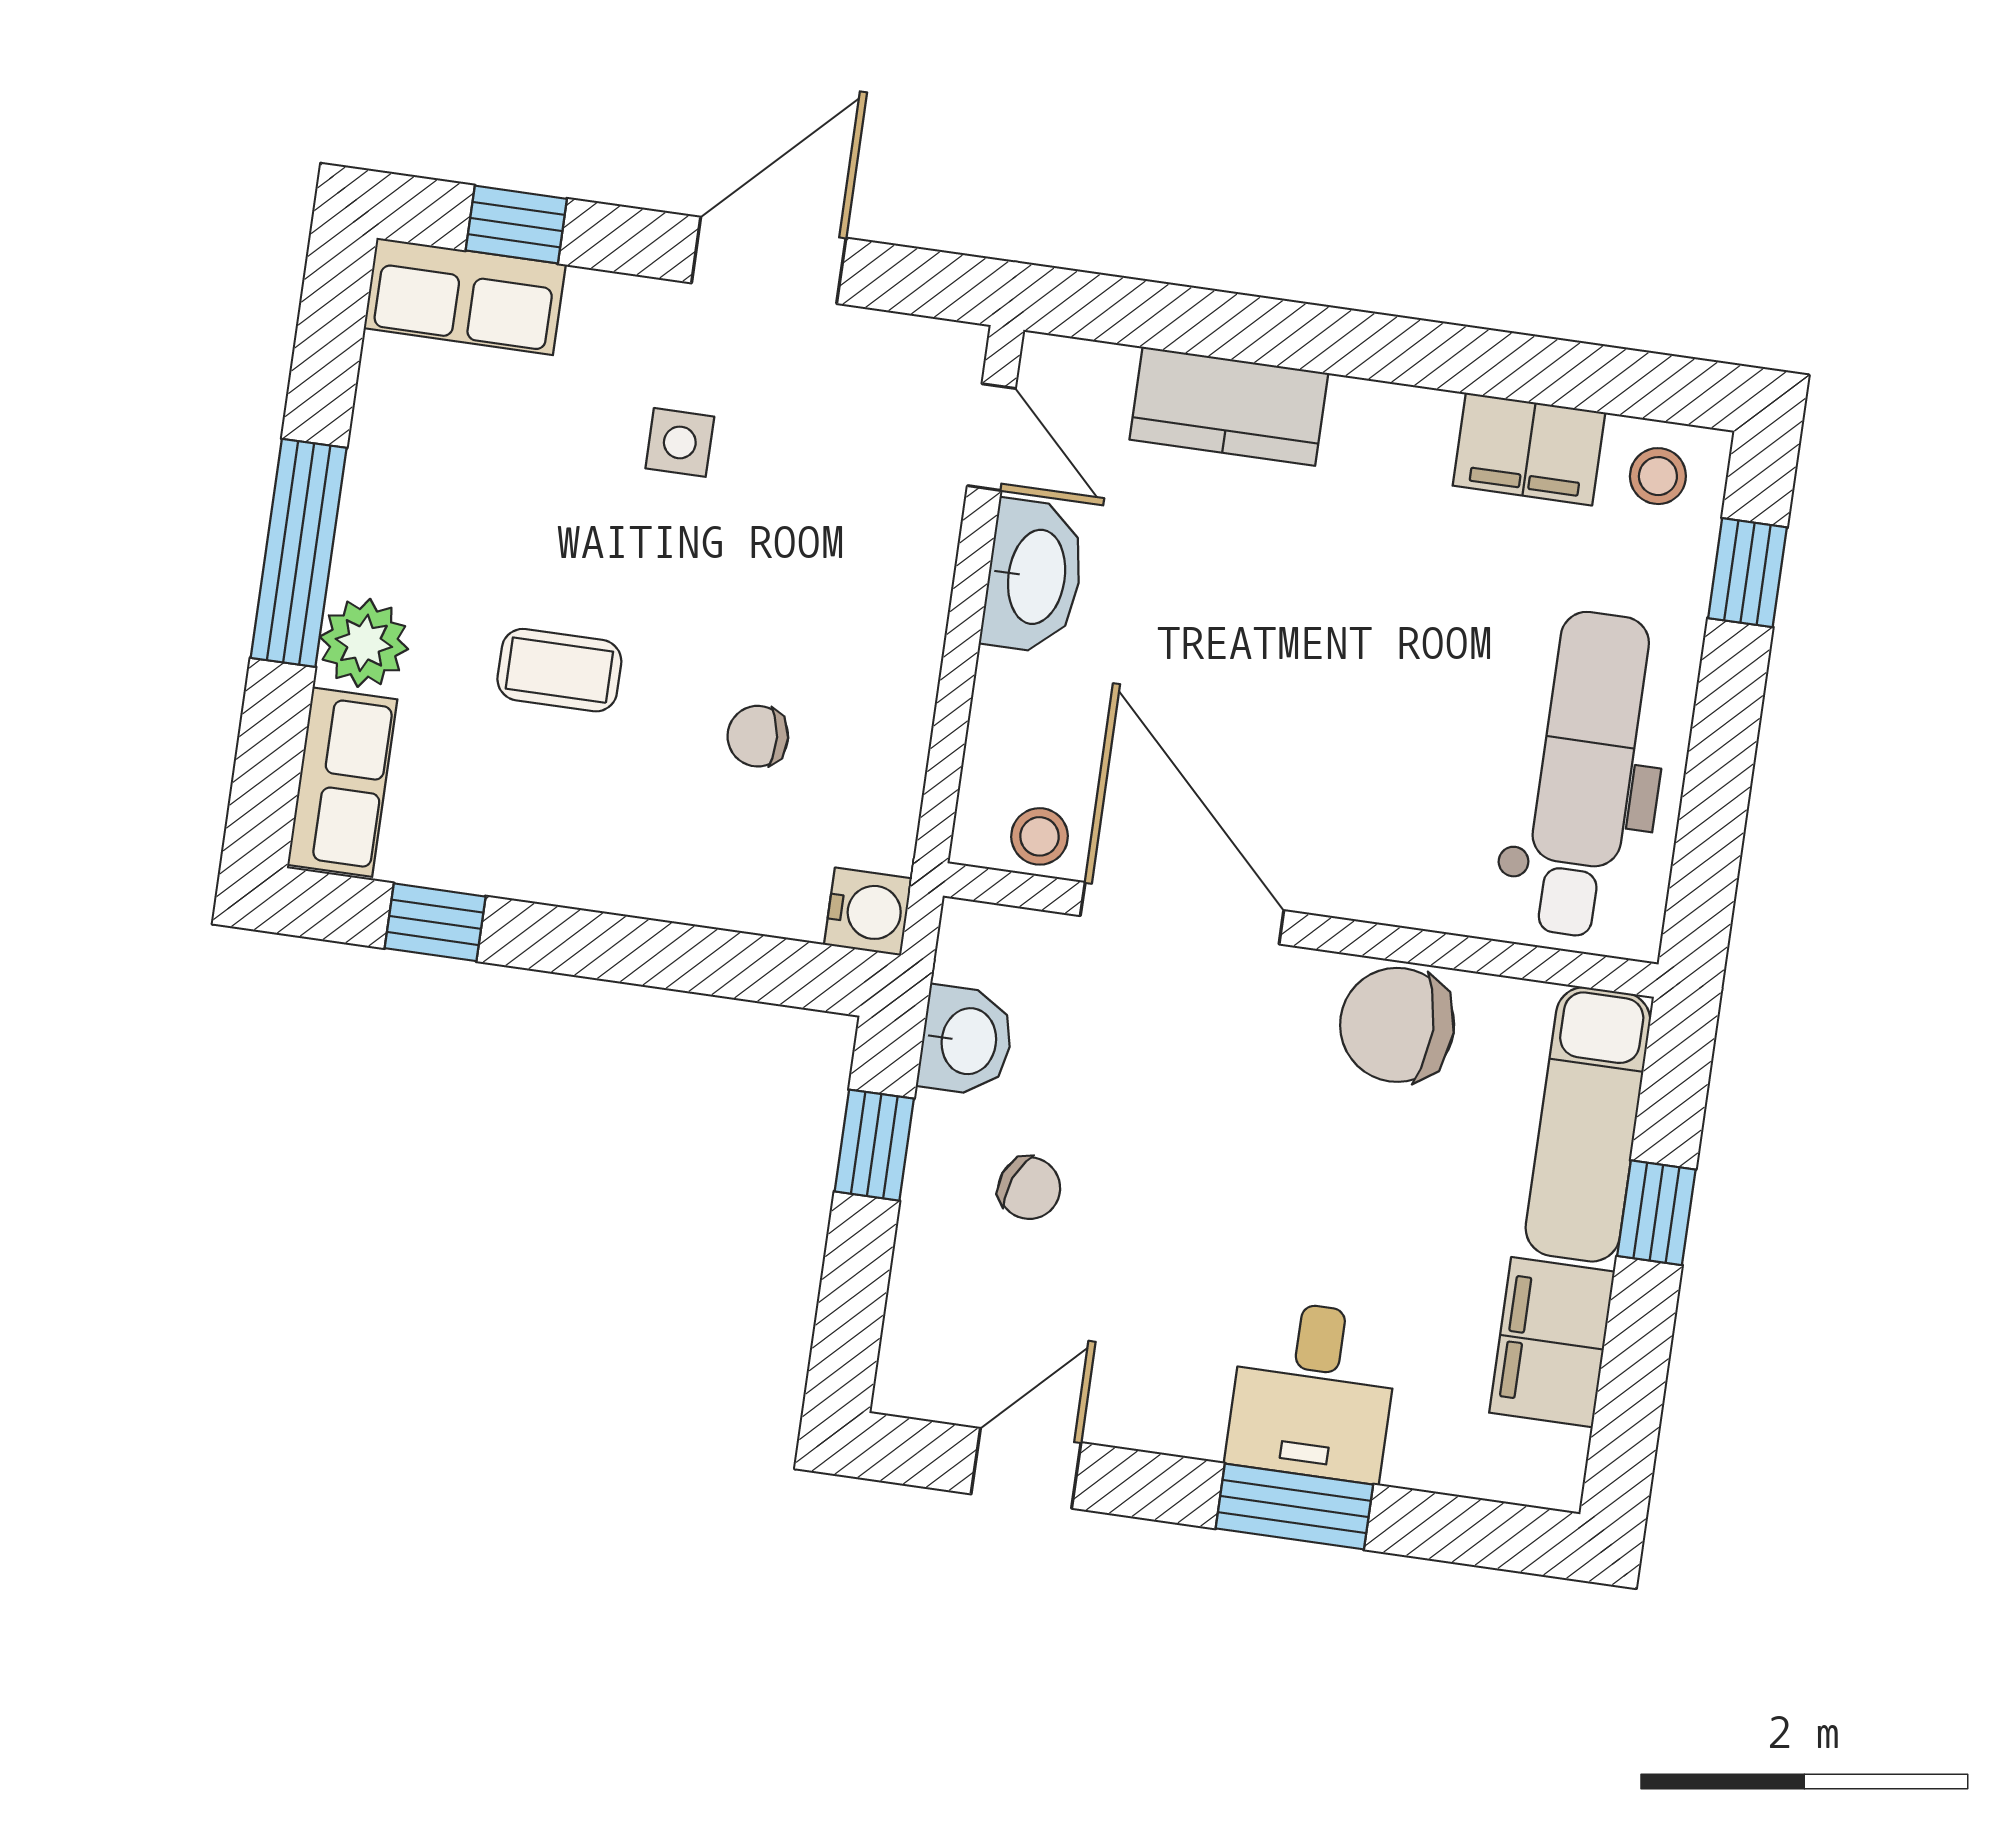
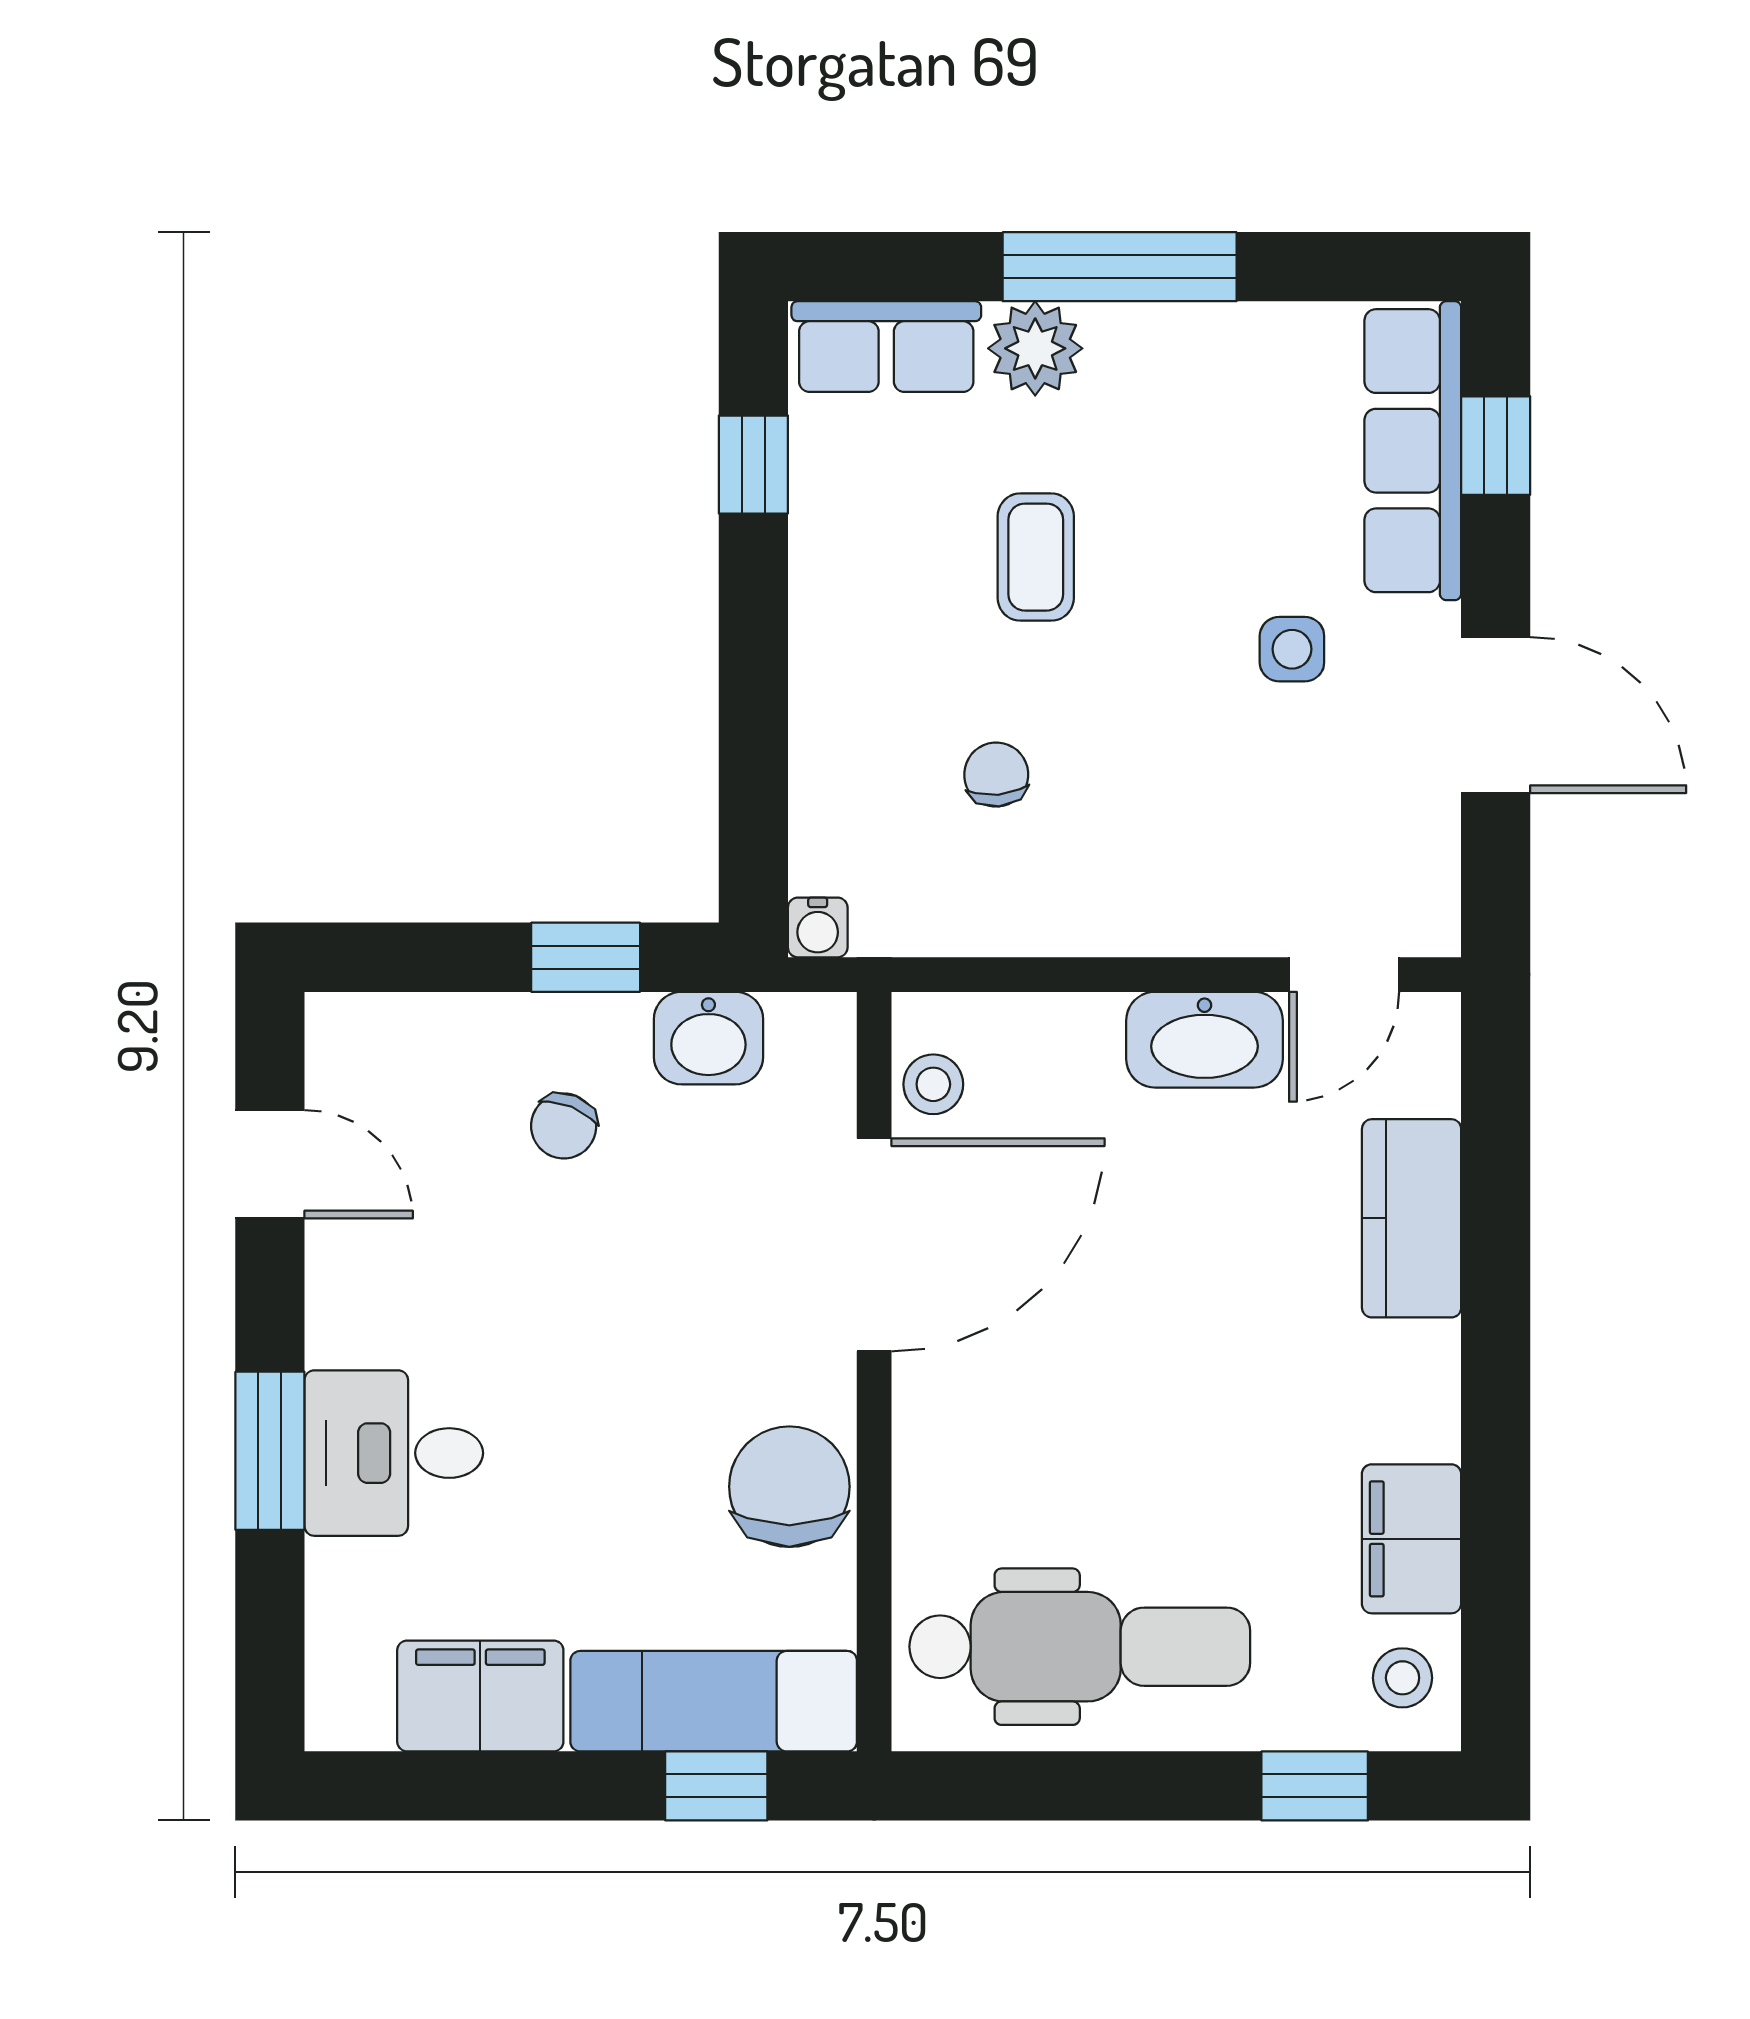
row of seats: (465, 296) -> (1413, 451), width x1.48
water cooler: (868, 912) -> (818, 927), width x0.72, depth x0.72
window: (1656, 1213) -> (716, 1786), moved

